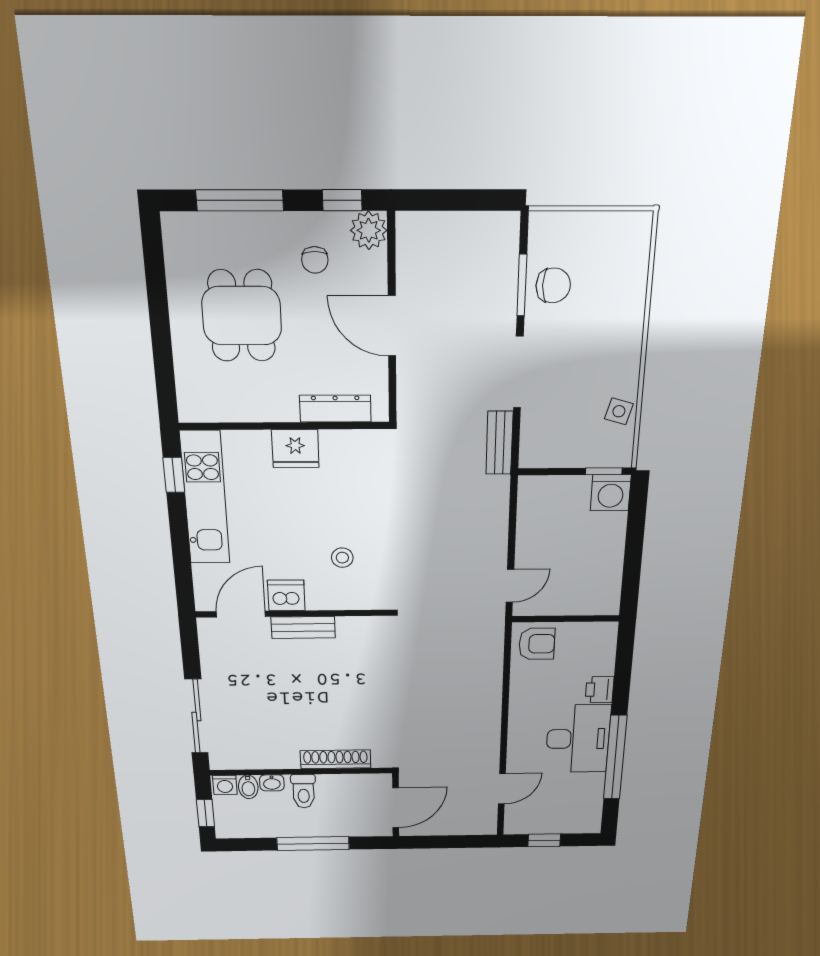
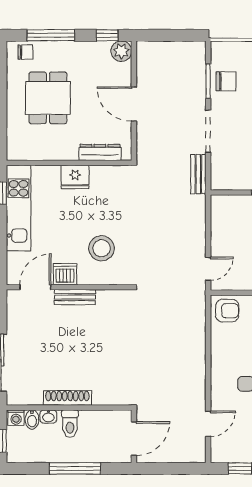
chair: (315, 260) -> (25, 52), moved, turned -90
stool: (342, 558) -> (102, 248), width x1.89, depth x1.89
shoe rack: (335, 759) -> (67, 398), moved

